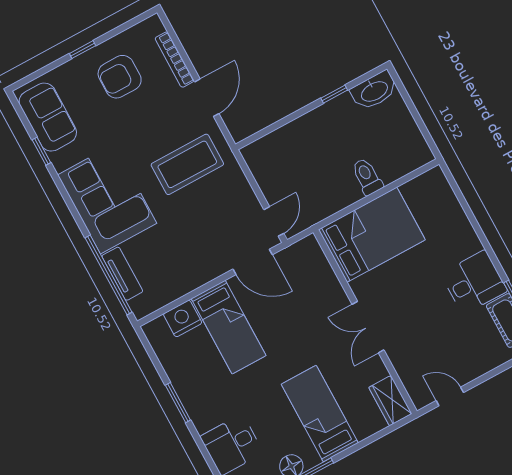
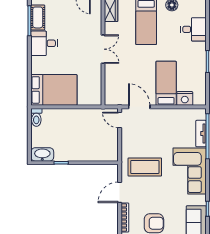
toilet: (367, 177) -> (36, 117), moved
door: (274, 221) -> (120, 120), hinge flipped
bed: (372, 235) -> (54, 90), moved, turned 180

